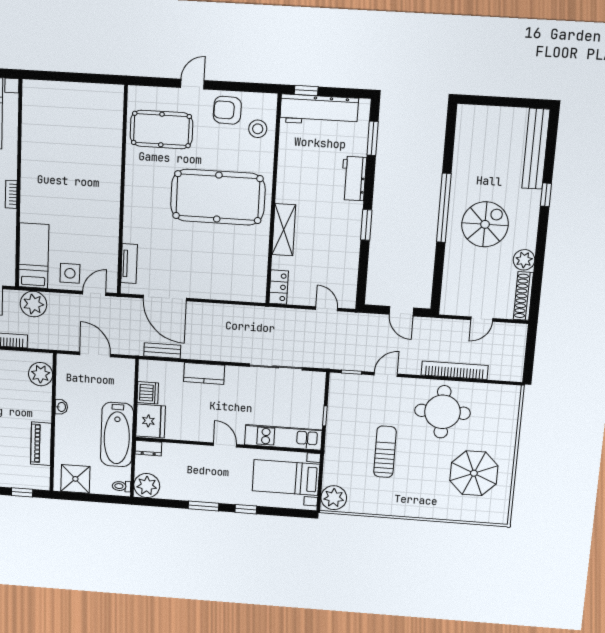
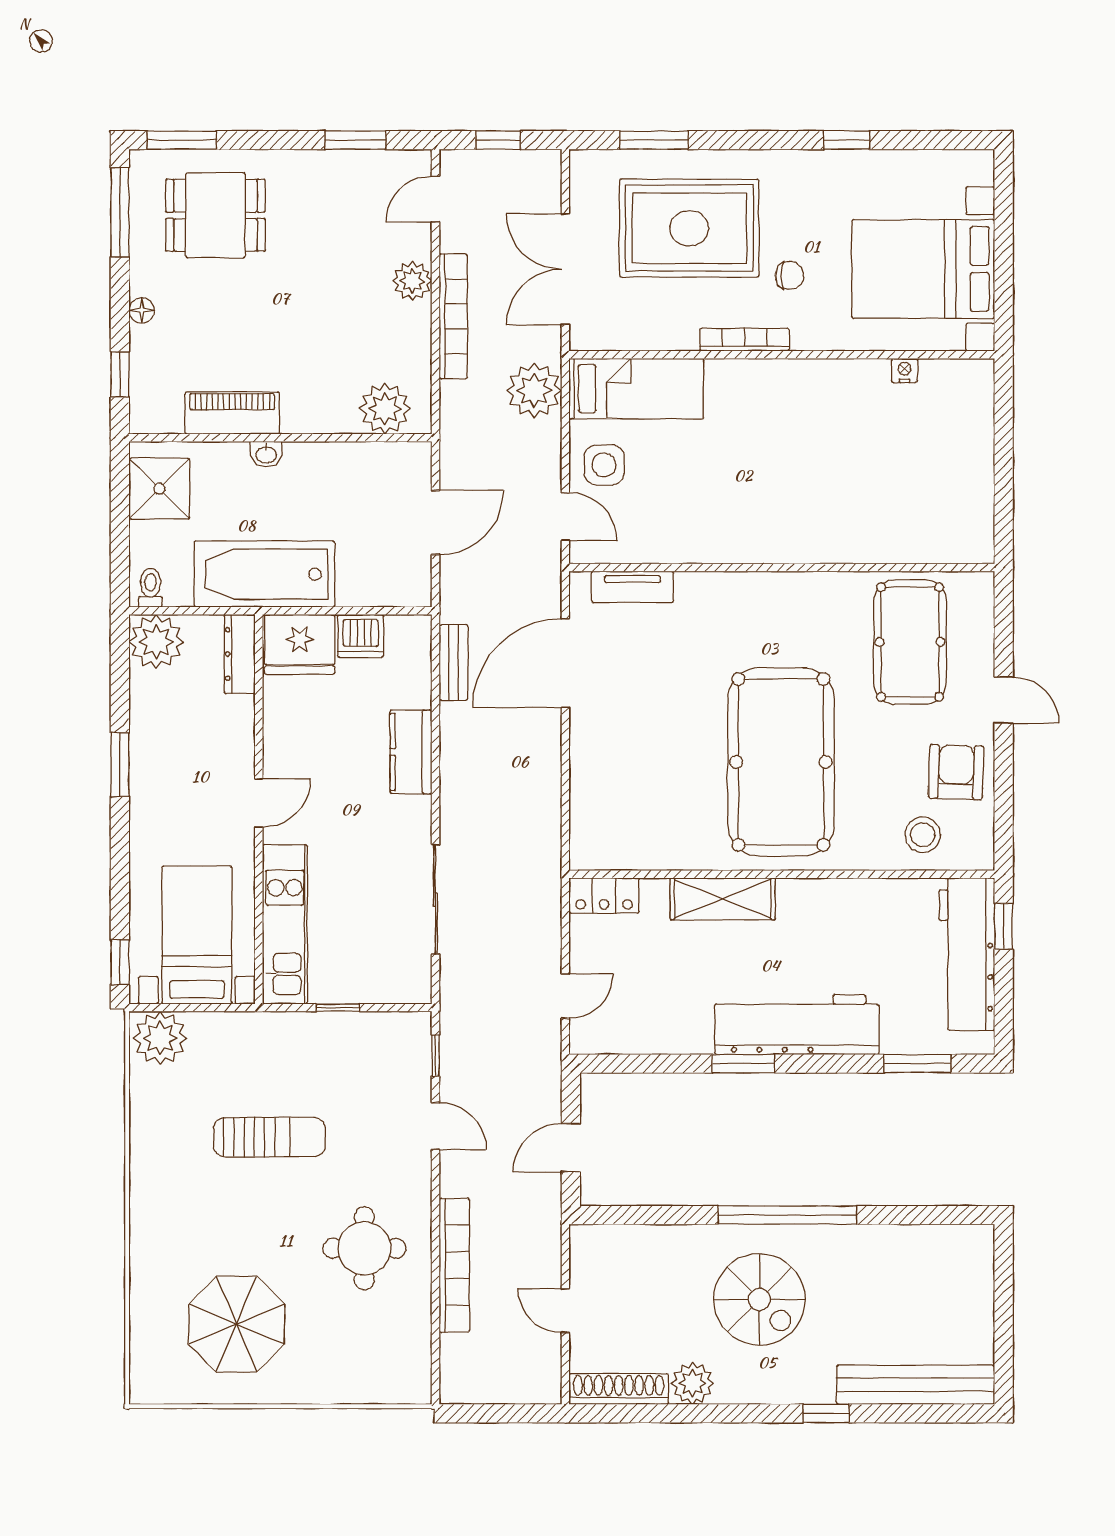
nightstand: (28, 124) -> (904, 370), added
workbench: (354, 179) -> (797, 1025), width x1.88, depth x1.32
bookcase: (11, 194) -> (744, 340), width x1.56
washbasin: (61, 407) -> (266, 454), moved
round table: (442, 412) -> (364, 1248), width x0.73, depth x0.73
dresser: (148, 448) -> (240, 654), width x1.44
window: (246, 509) -> (120, 962), moved

